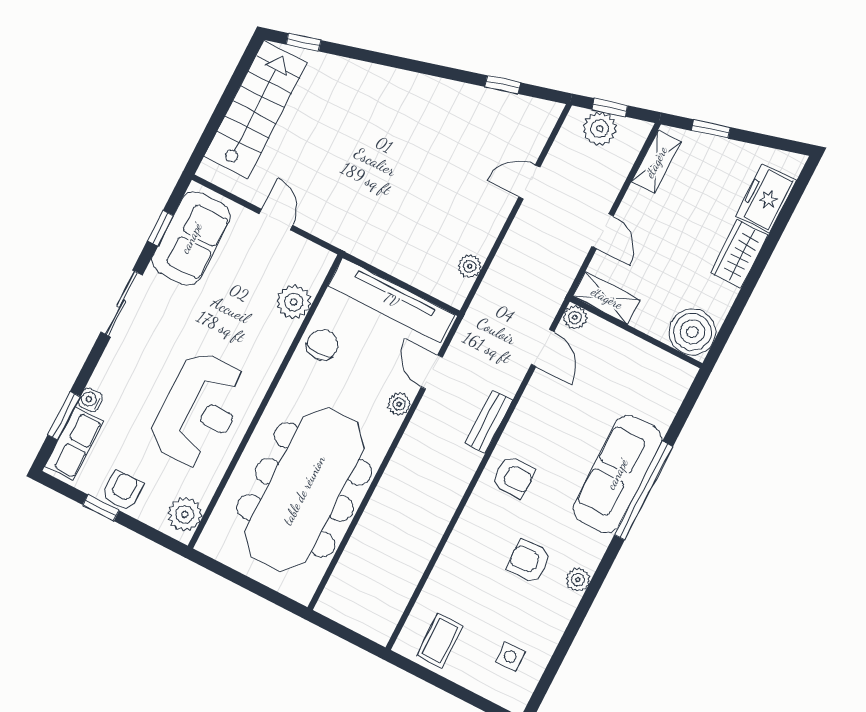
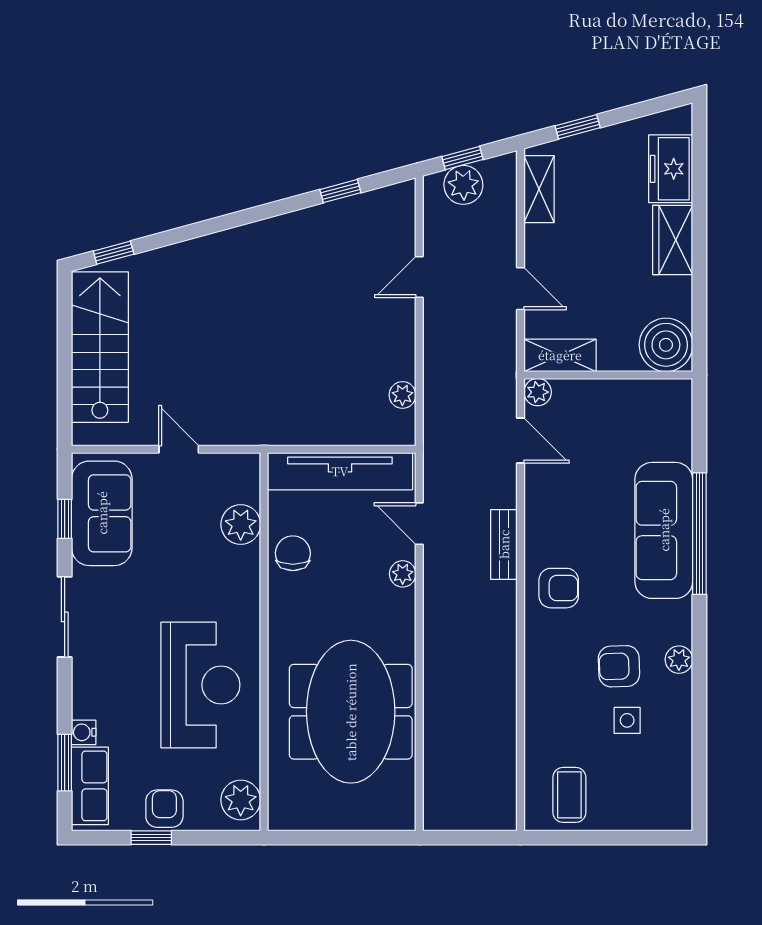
meeting table: (304, 490) -> (351, 712), width x0.73
side table: (510, 657) -> (627, 720), moved

